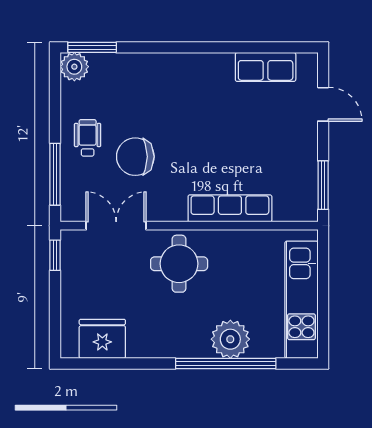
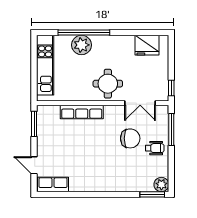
row of seats: (266, 67) -> (53, 184), moved
wheelchair: (88, 138) -> (155, 148), turned -90

